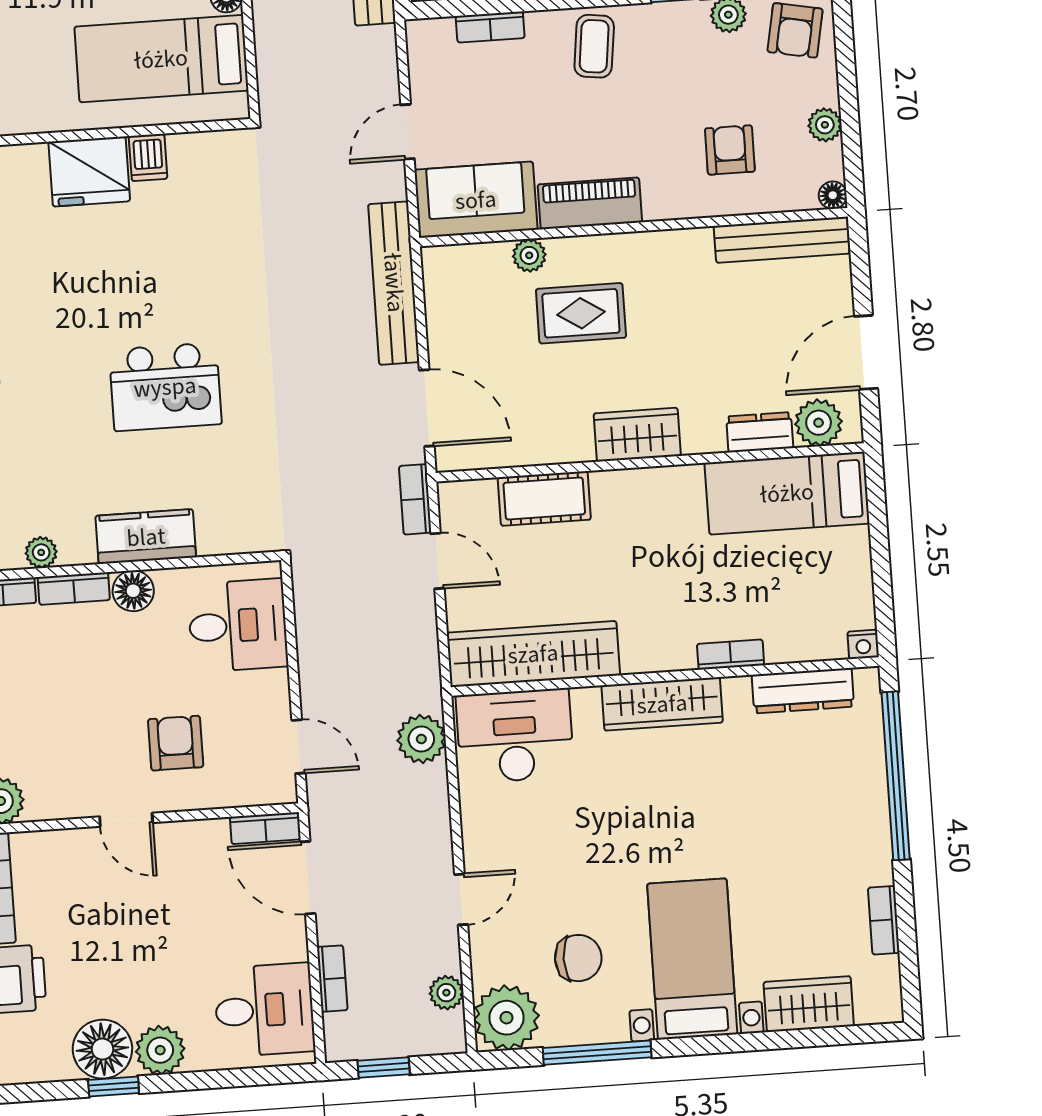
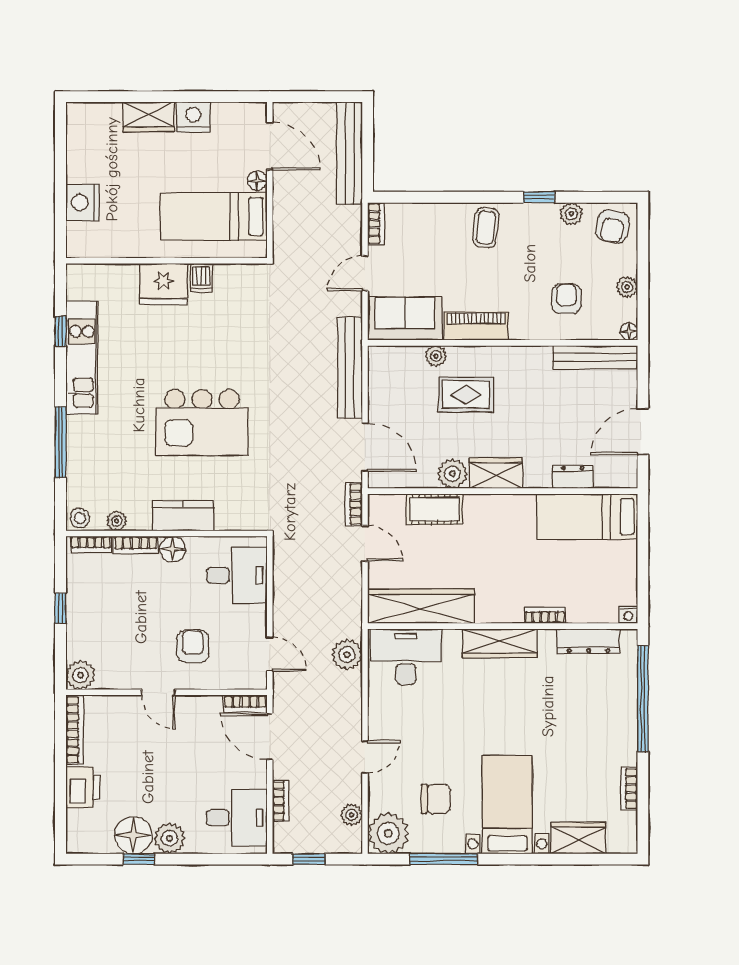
bookcase: (490, 27) -> (376, 224), moved, turned -90
kitchen island: (165, 387) -> (202, 423), width x1.37, depth x1.28
plant: (819, 423) -> (452, 474), moved

